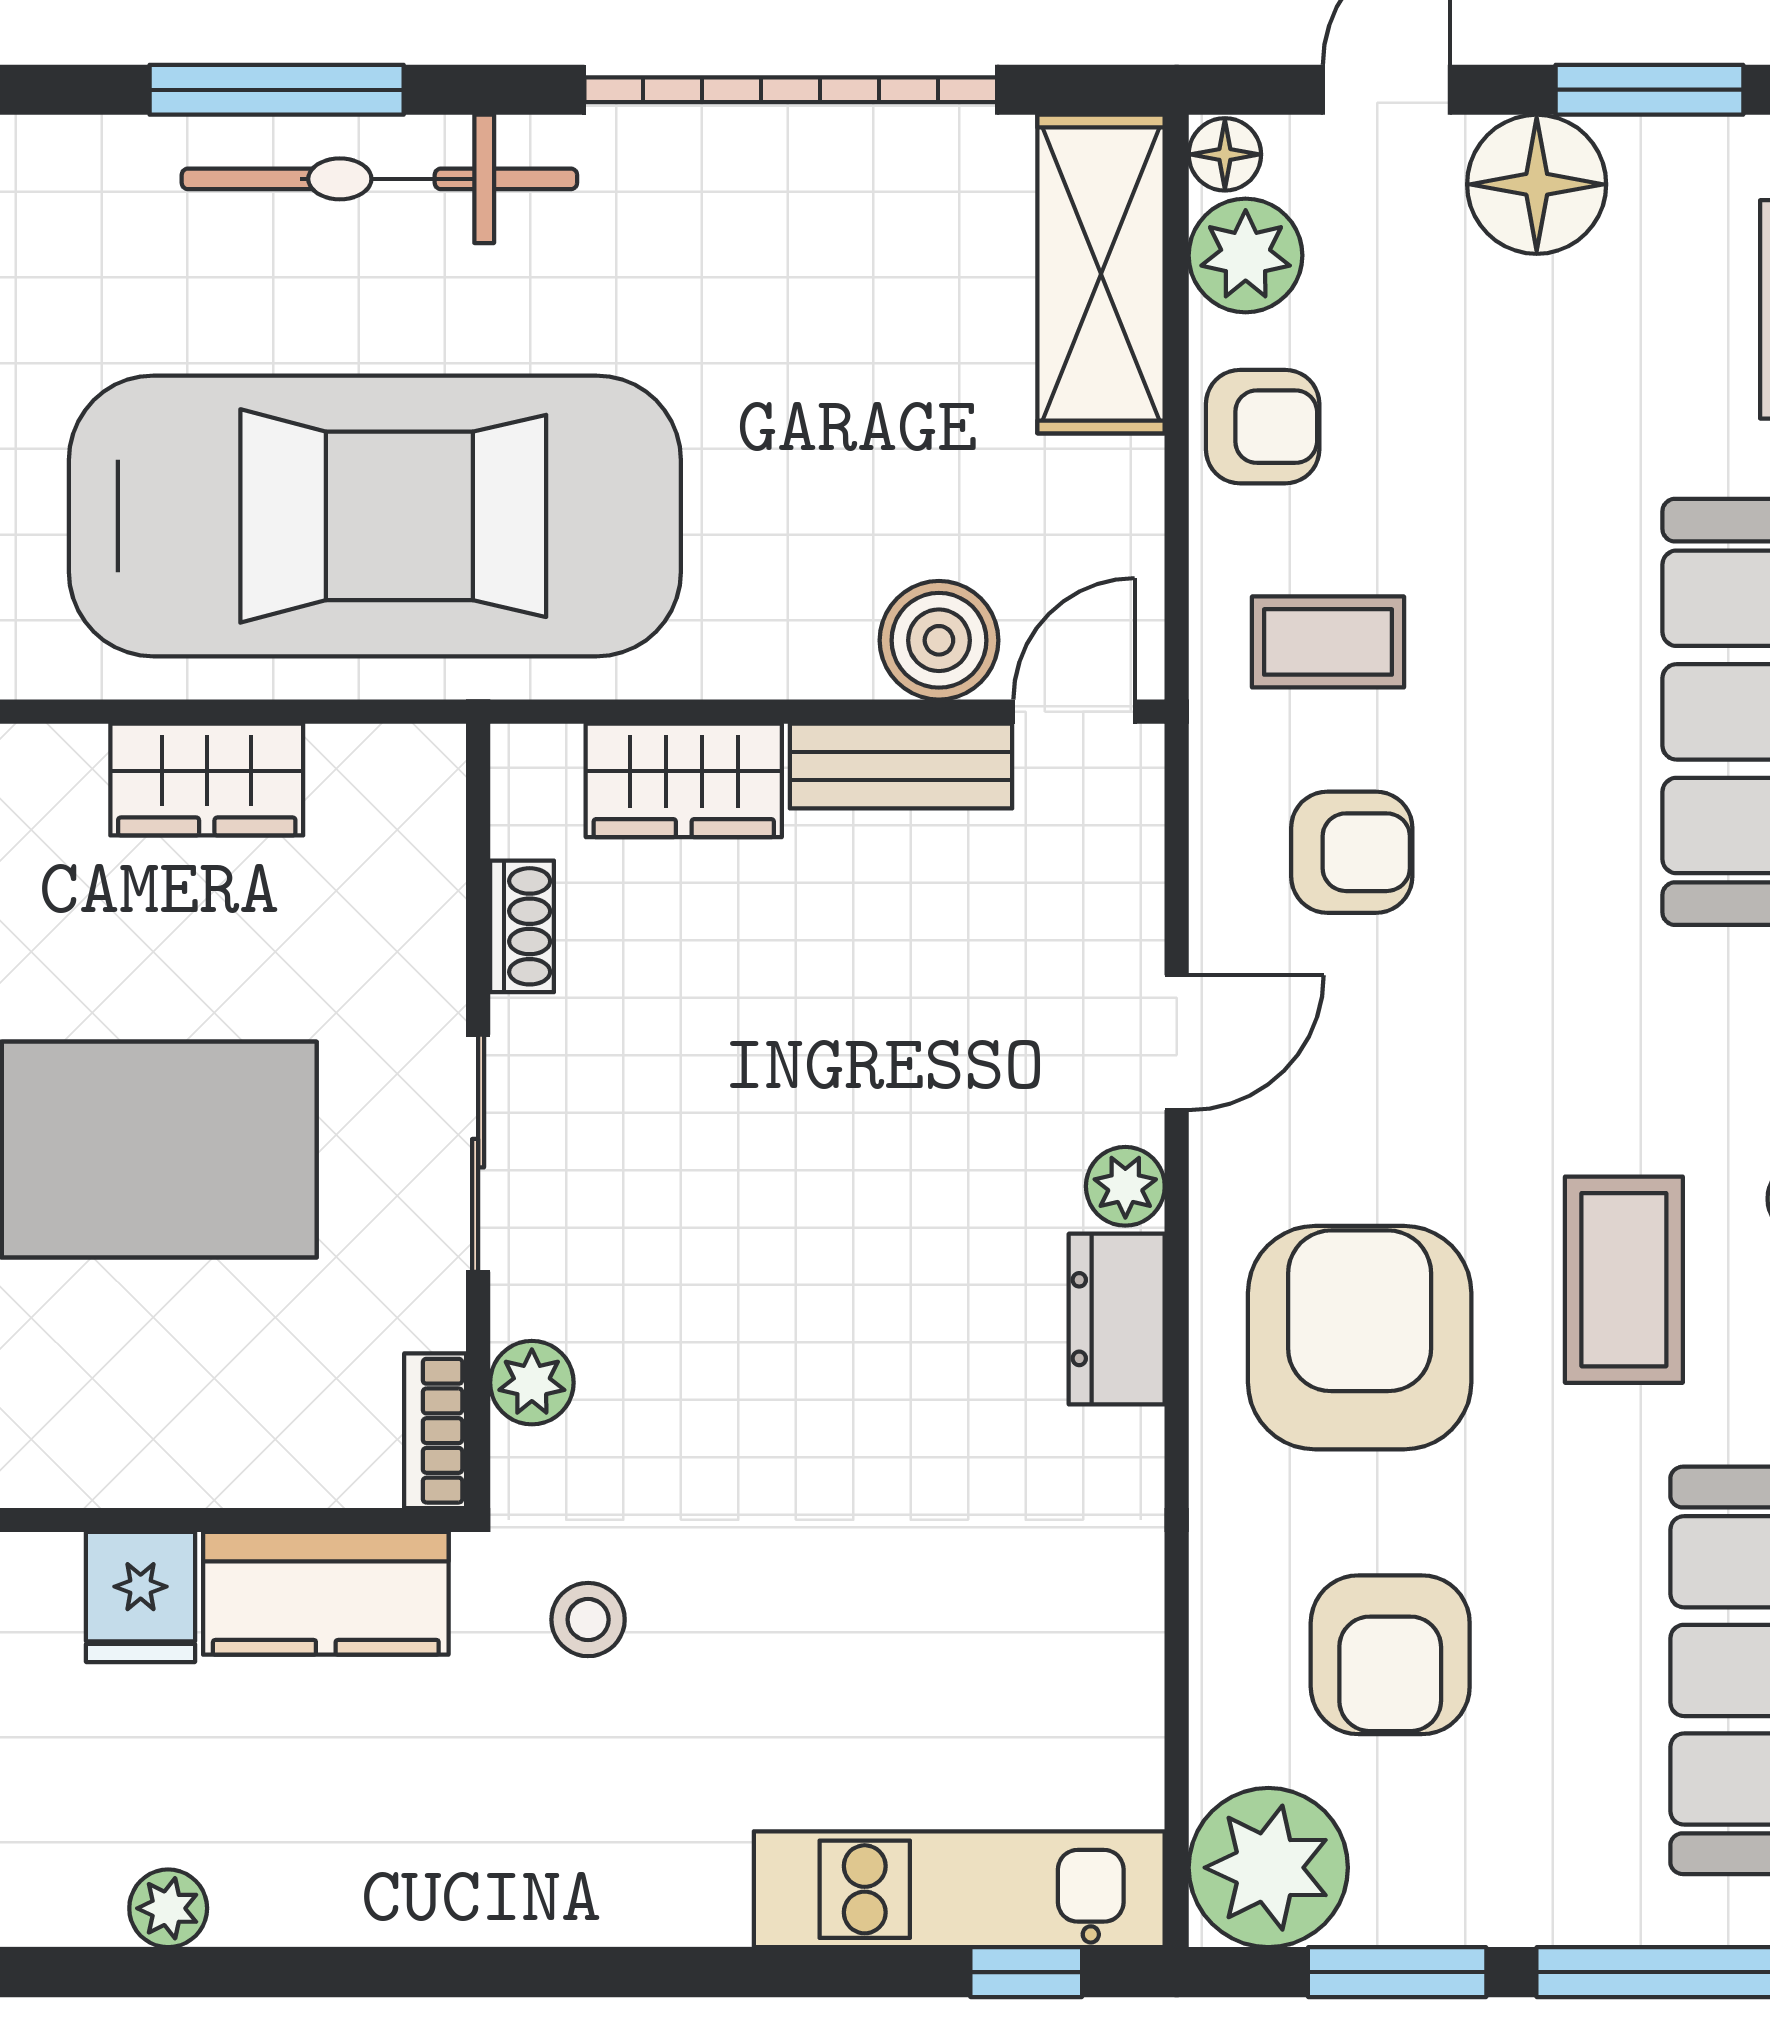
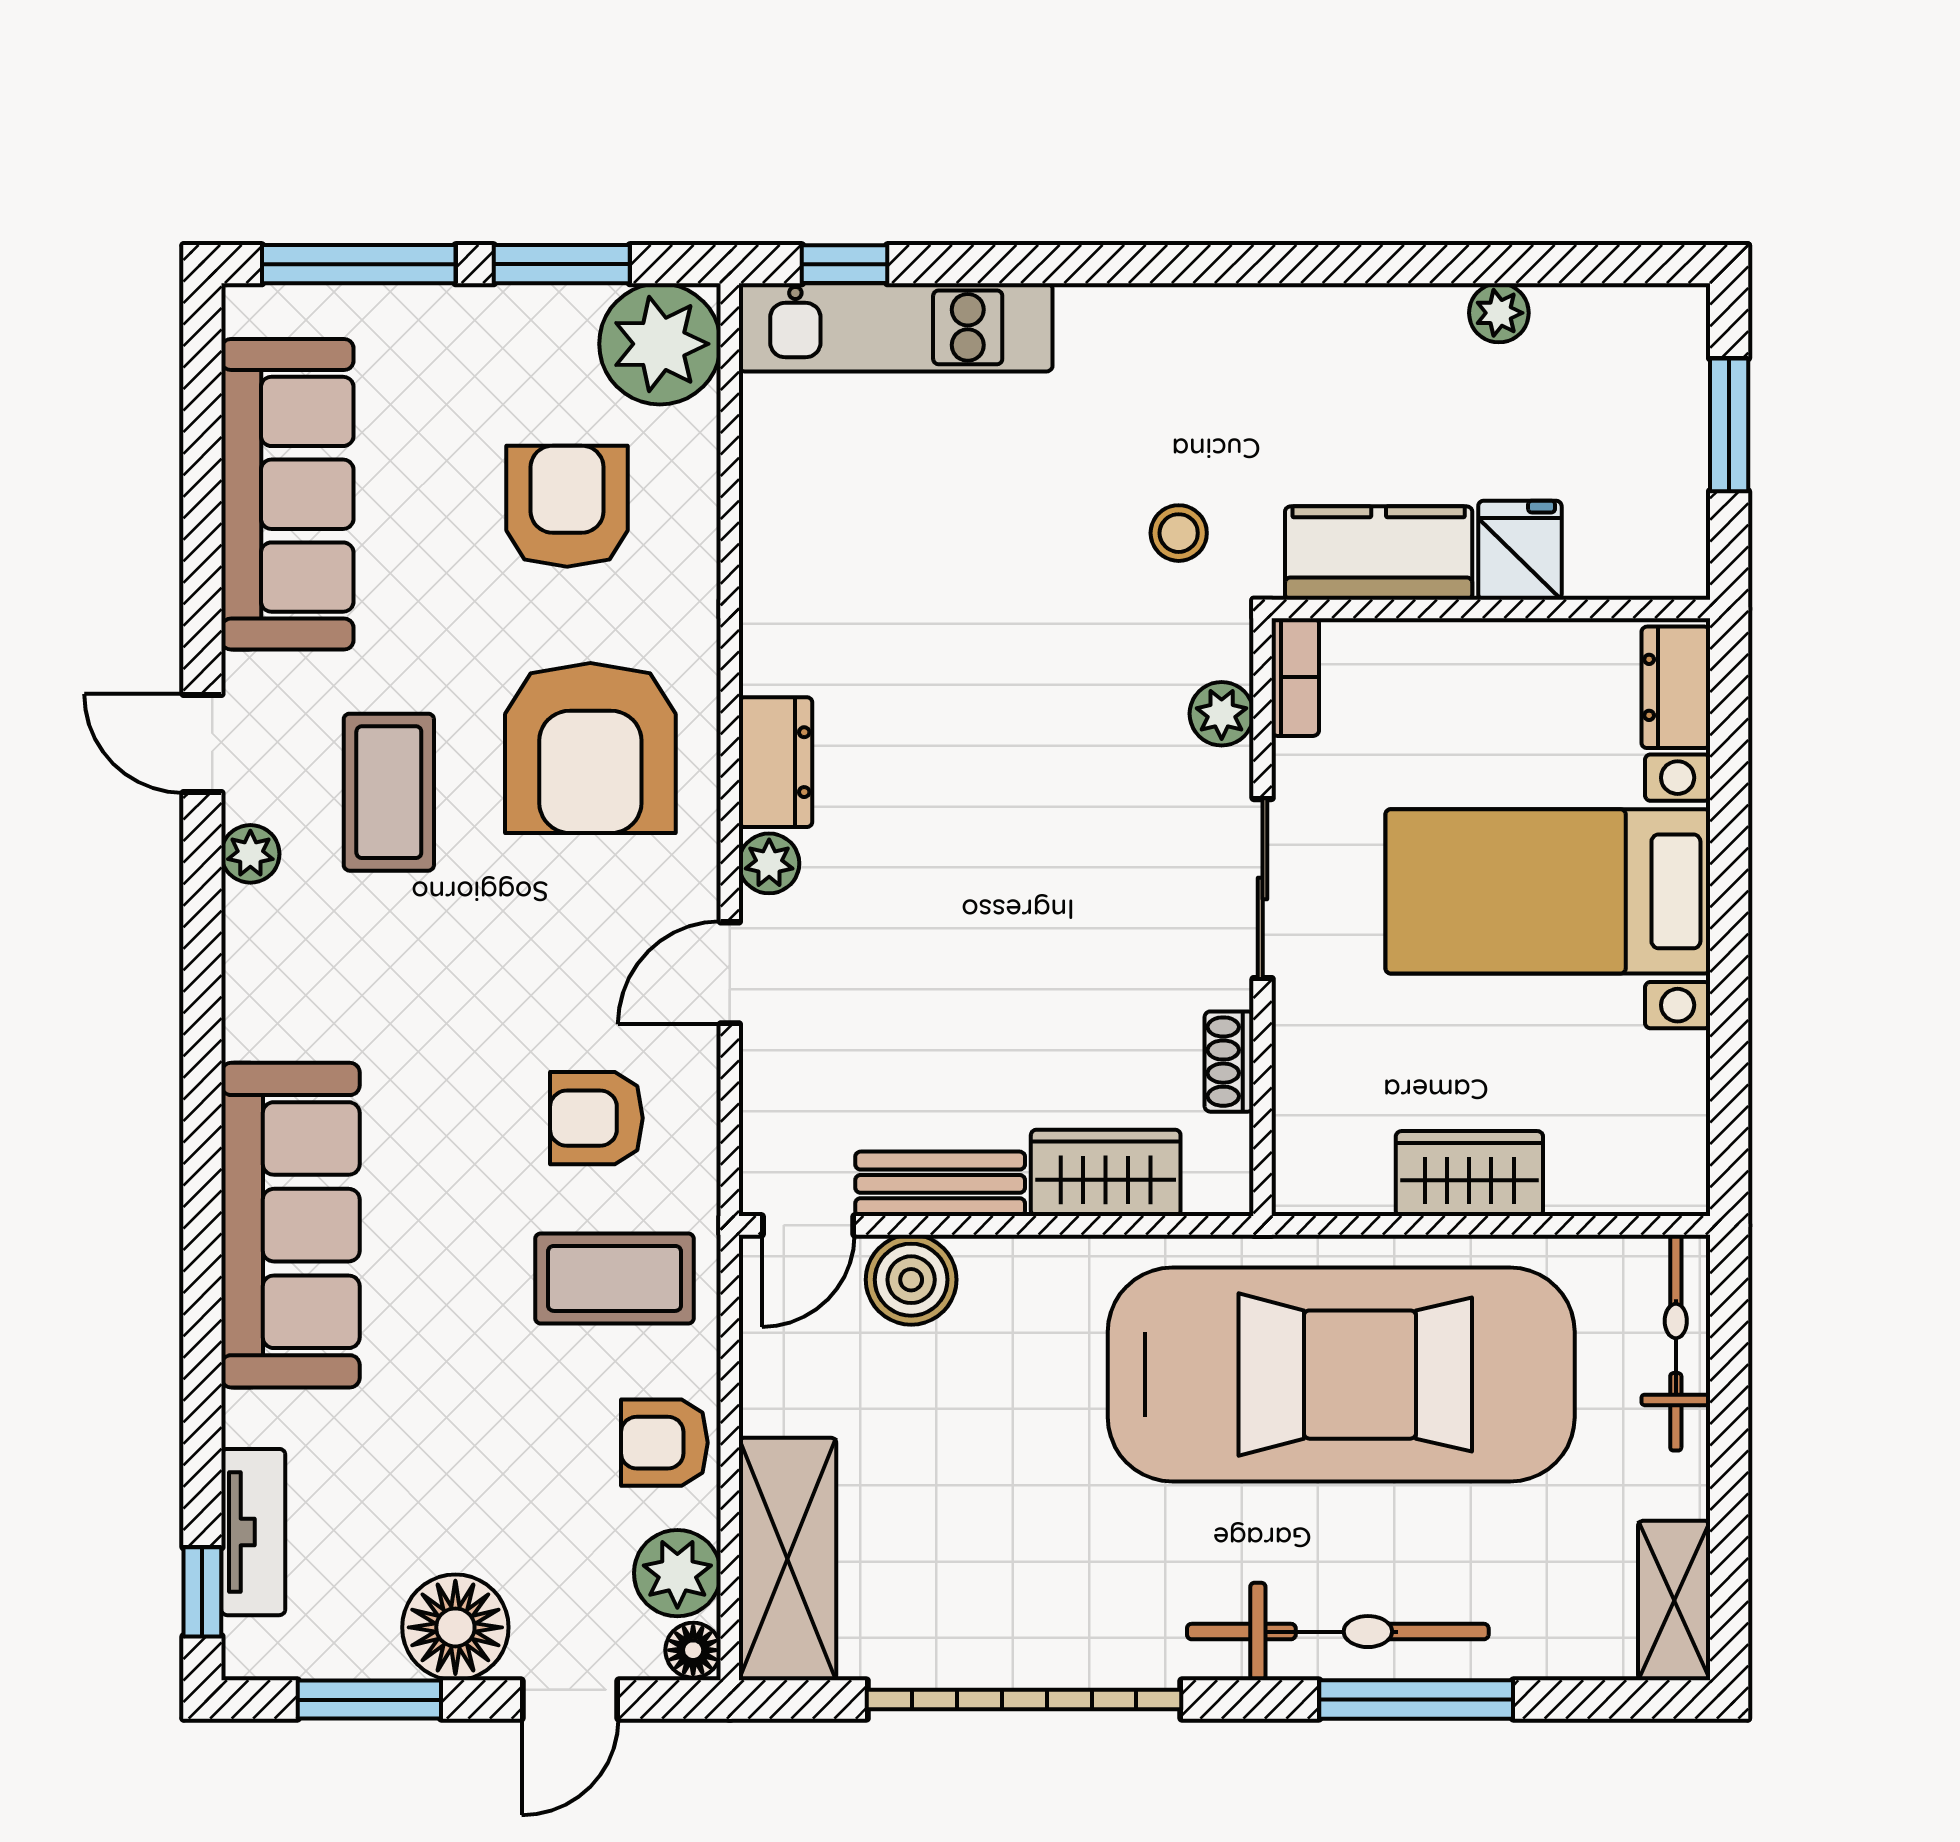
car: (375, 516) -> (1341, 1375), turned 180
coffee table: (1328, 642) -> (614, 1278), width x1.36, depth x1.30

